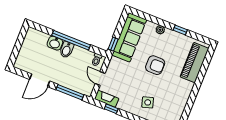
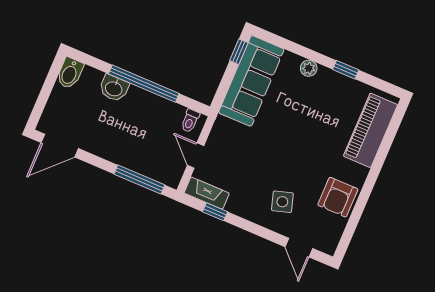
window: (113, 44) -> (239, 52), moved
bidet: (67, 50) -> (70, 73), moved
armchair: (155, 65) -> (338, 197), moved, turned 90
door: (40, 80) -> (60, 146), moved

